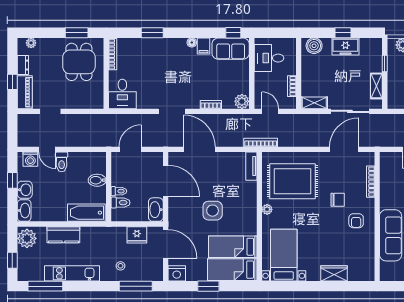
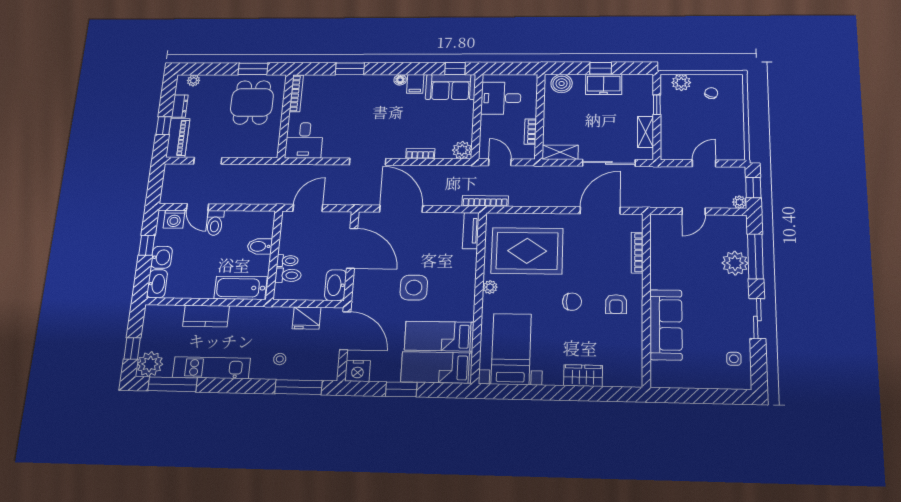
chair: (338, 200) -> (572, 302), moved
plant: (27, 238) -> (150, 364), moved

